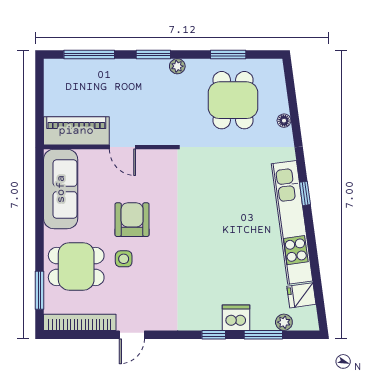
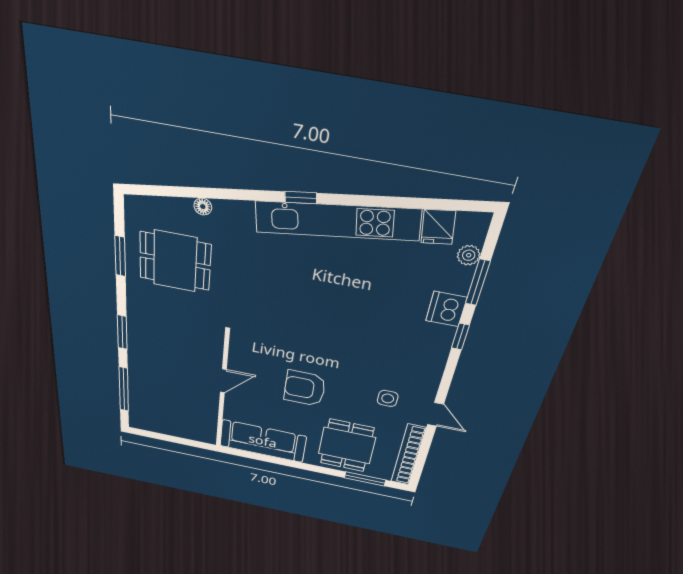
plant: (177, 66) -> (135, 312), removed
piano: (76, 131) -> (203, 416), removed
side table: (124, 259) -> (388, 398), moved

